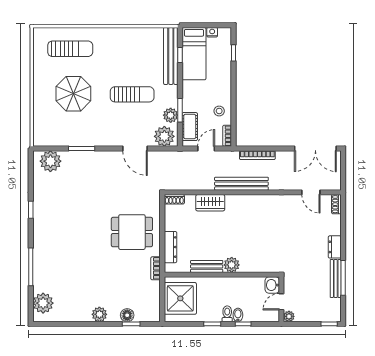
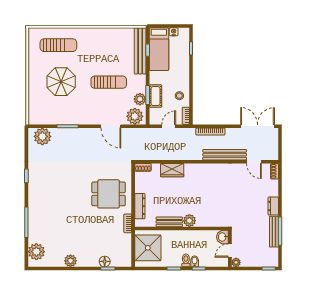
cot: (190, 127) -> (155, 96), moved
double door: (315, 149) -> (258, 126), swing flipped
bench: (241, 184) -> (225, 155), moved
plant: (99, 314) -> (71, 261), moved

